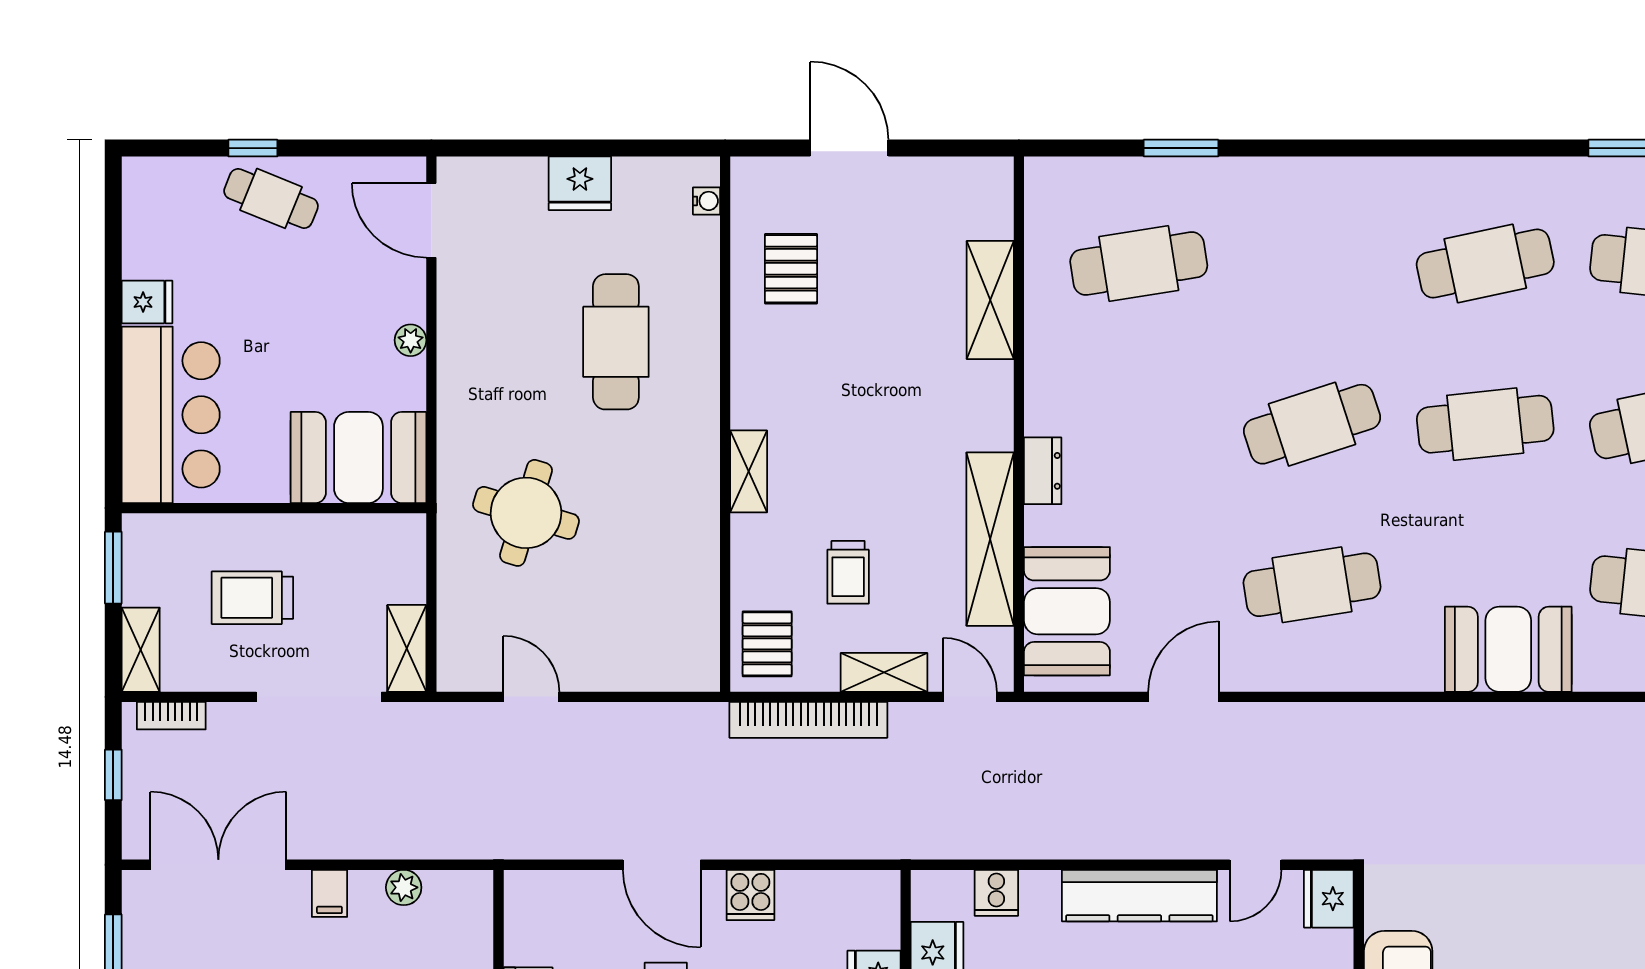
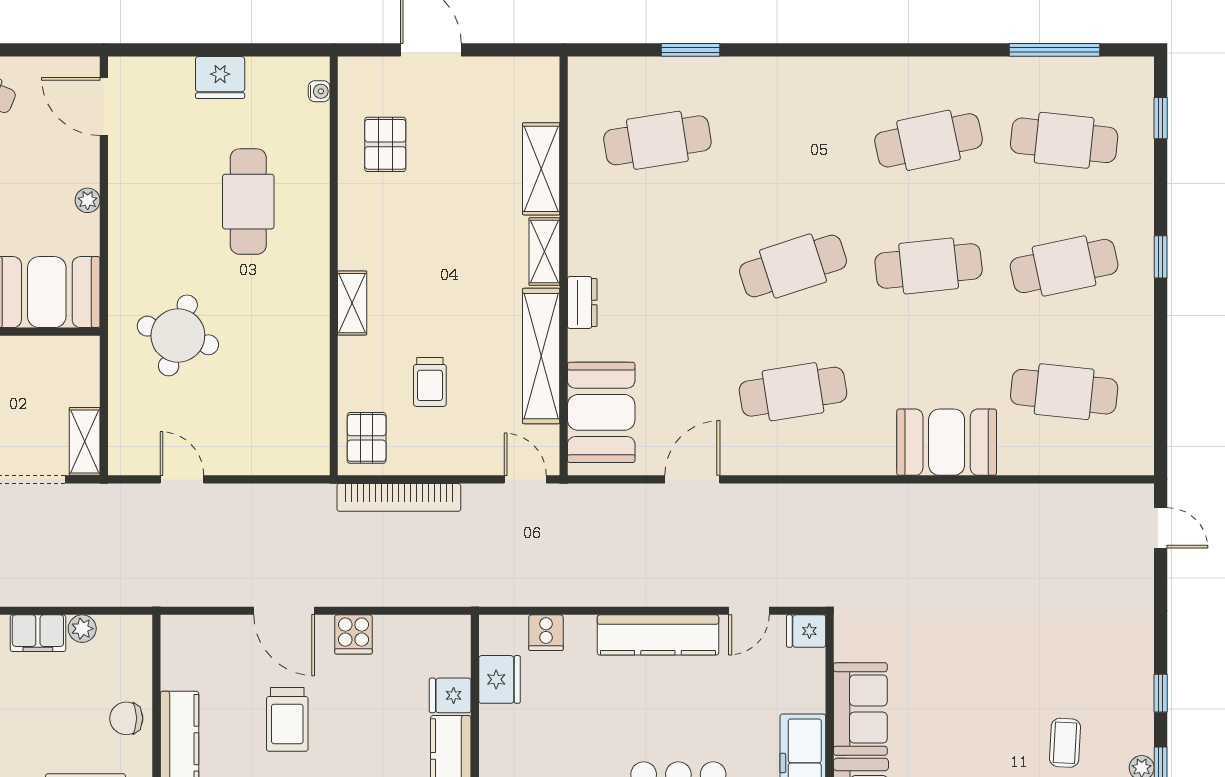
shelving: (884, 672) -> (544, 252), moved, turned 90
filing cabinet: (329, 893) -> (38, 633), width x2.00
fridge: (1329, 899) -> (806, 631), width x0.72

